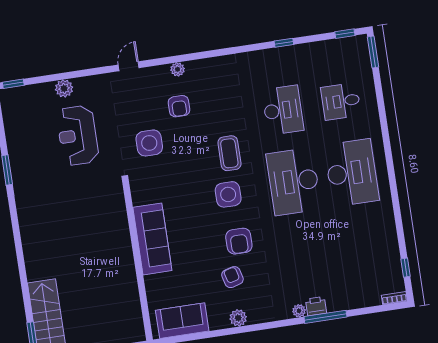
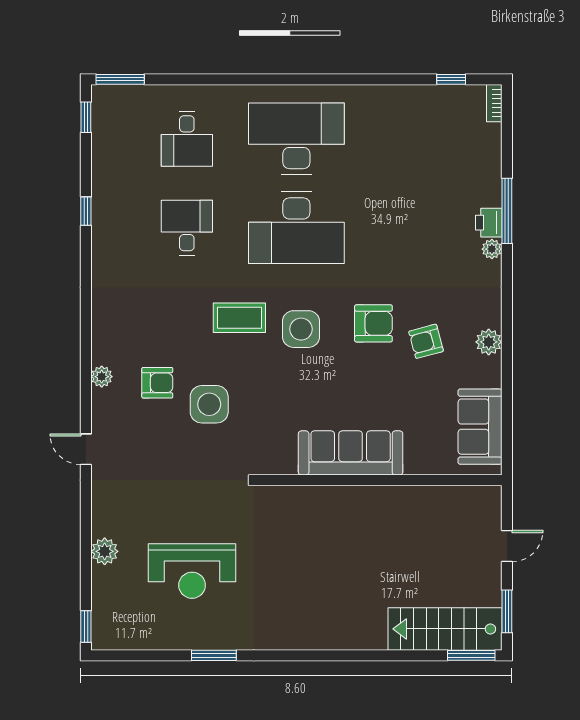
desk: (283, 110) -> (187, 228), width x0.73
reception desk: (78, 135) -> (192, 571), moved
side table: (149, 143) -> (209, 404), moved

